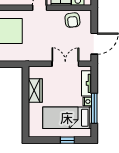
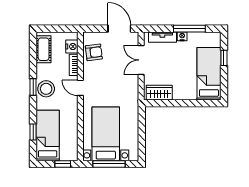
wardrobe: (35, 90) -> (159, 93), moved
bed: (67, 118) -> (209, 74), moved, turned 180

